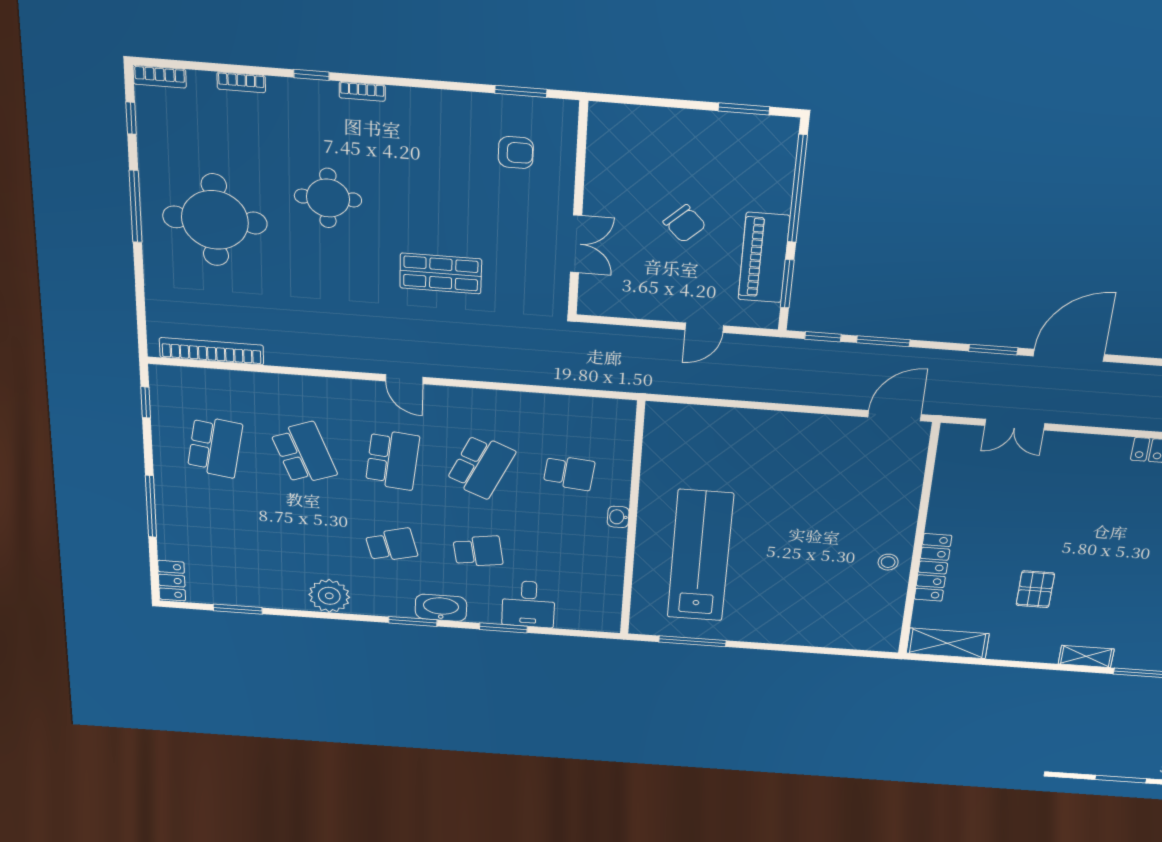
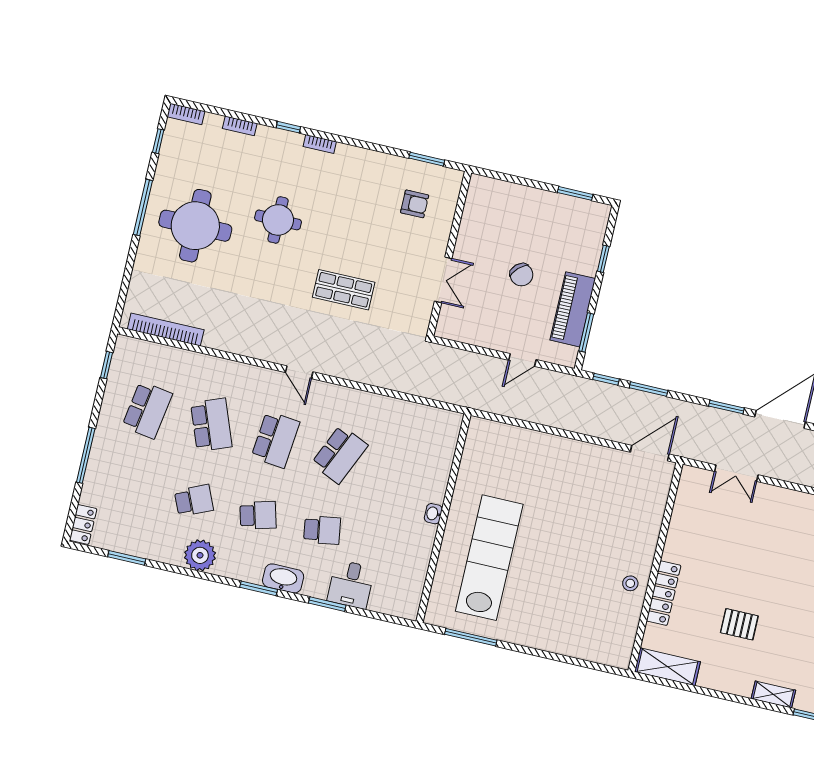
window: (797, 189) -> (603, 259), width x0.32
school desk: (569, 473) -> (194, 500), moved, turned -30
pallet: (1035, 589) -> (739, 624), turned 90

